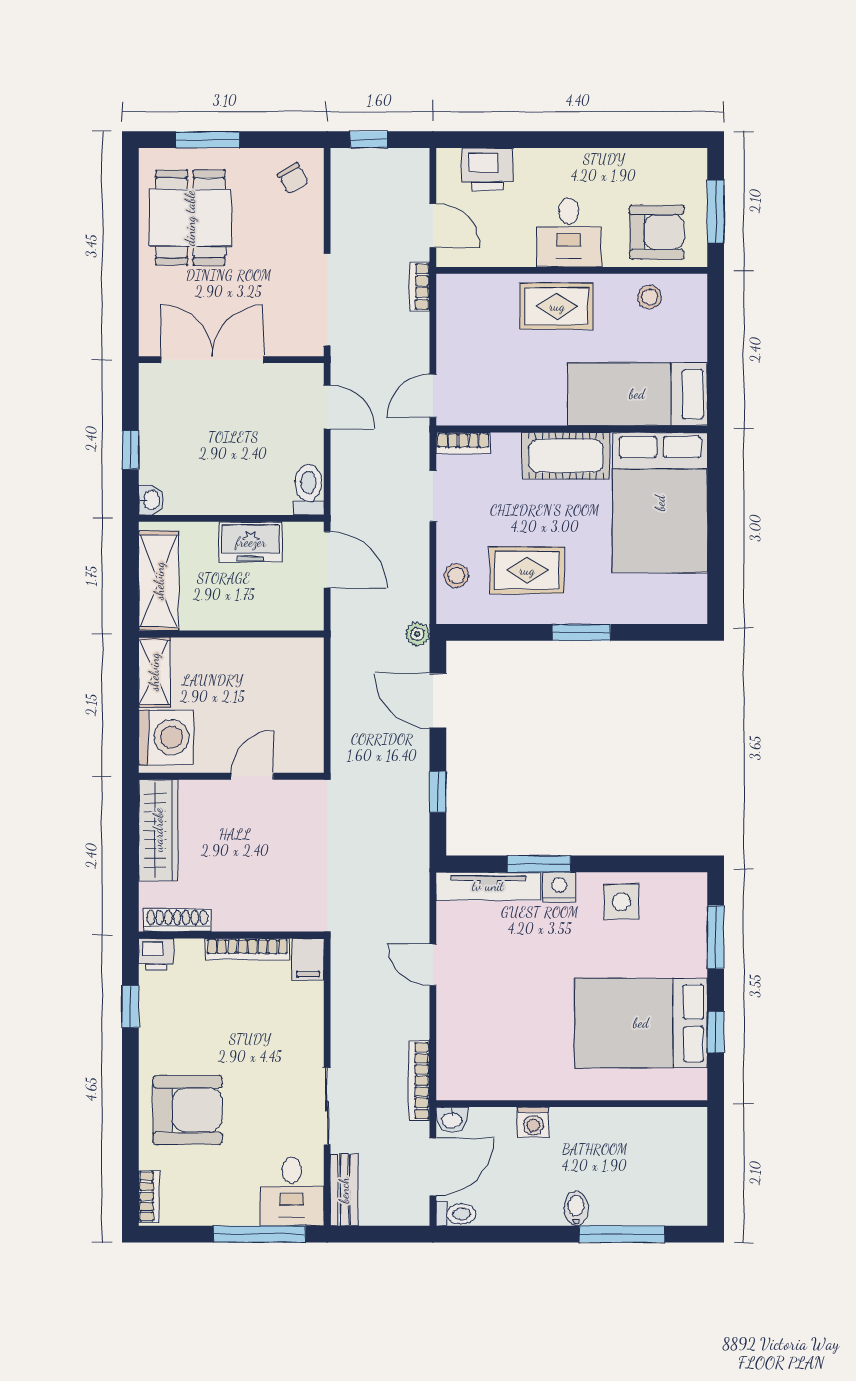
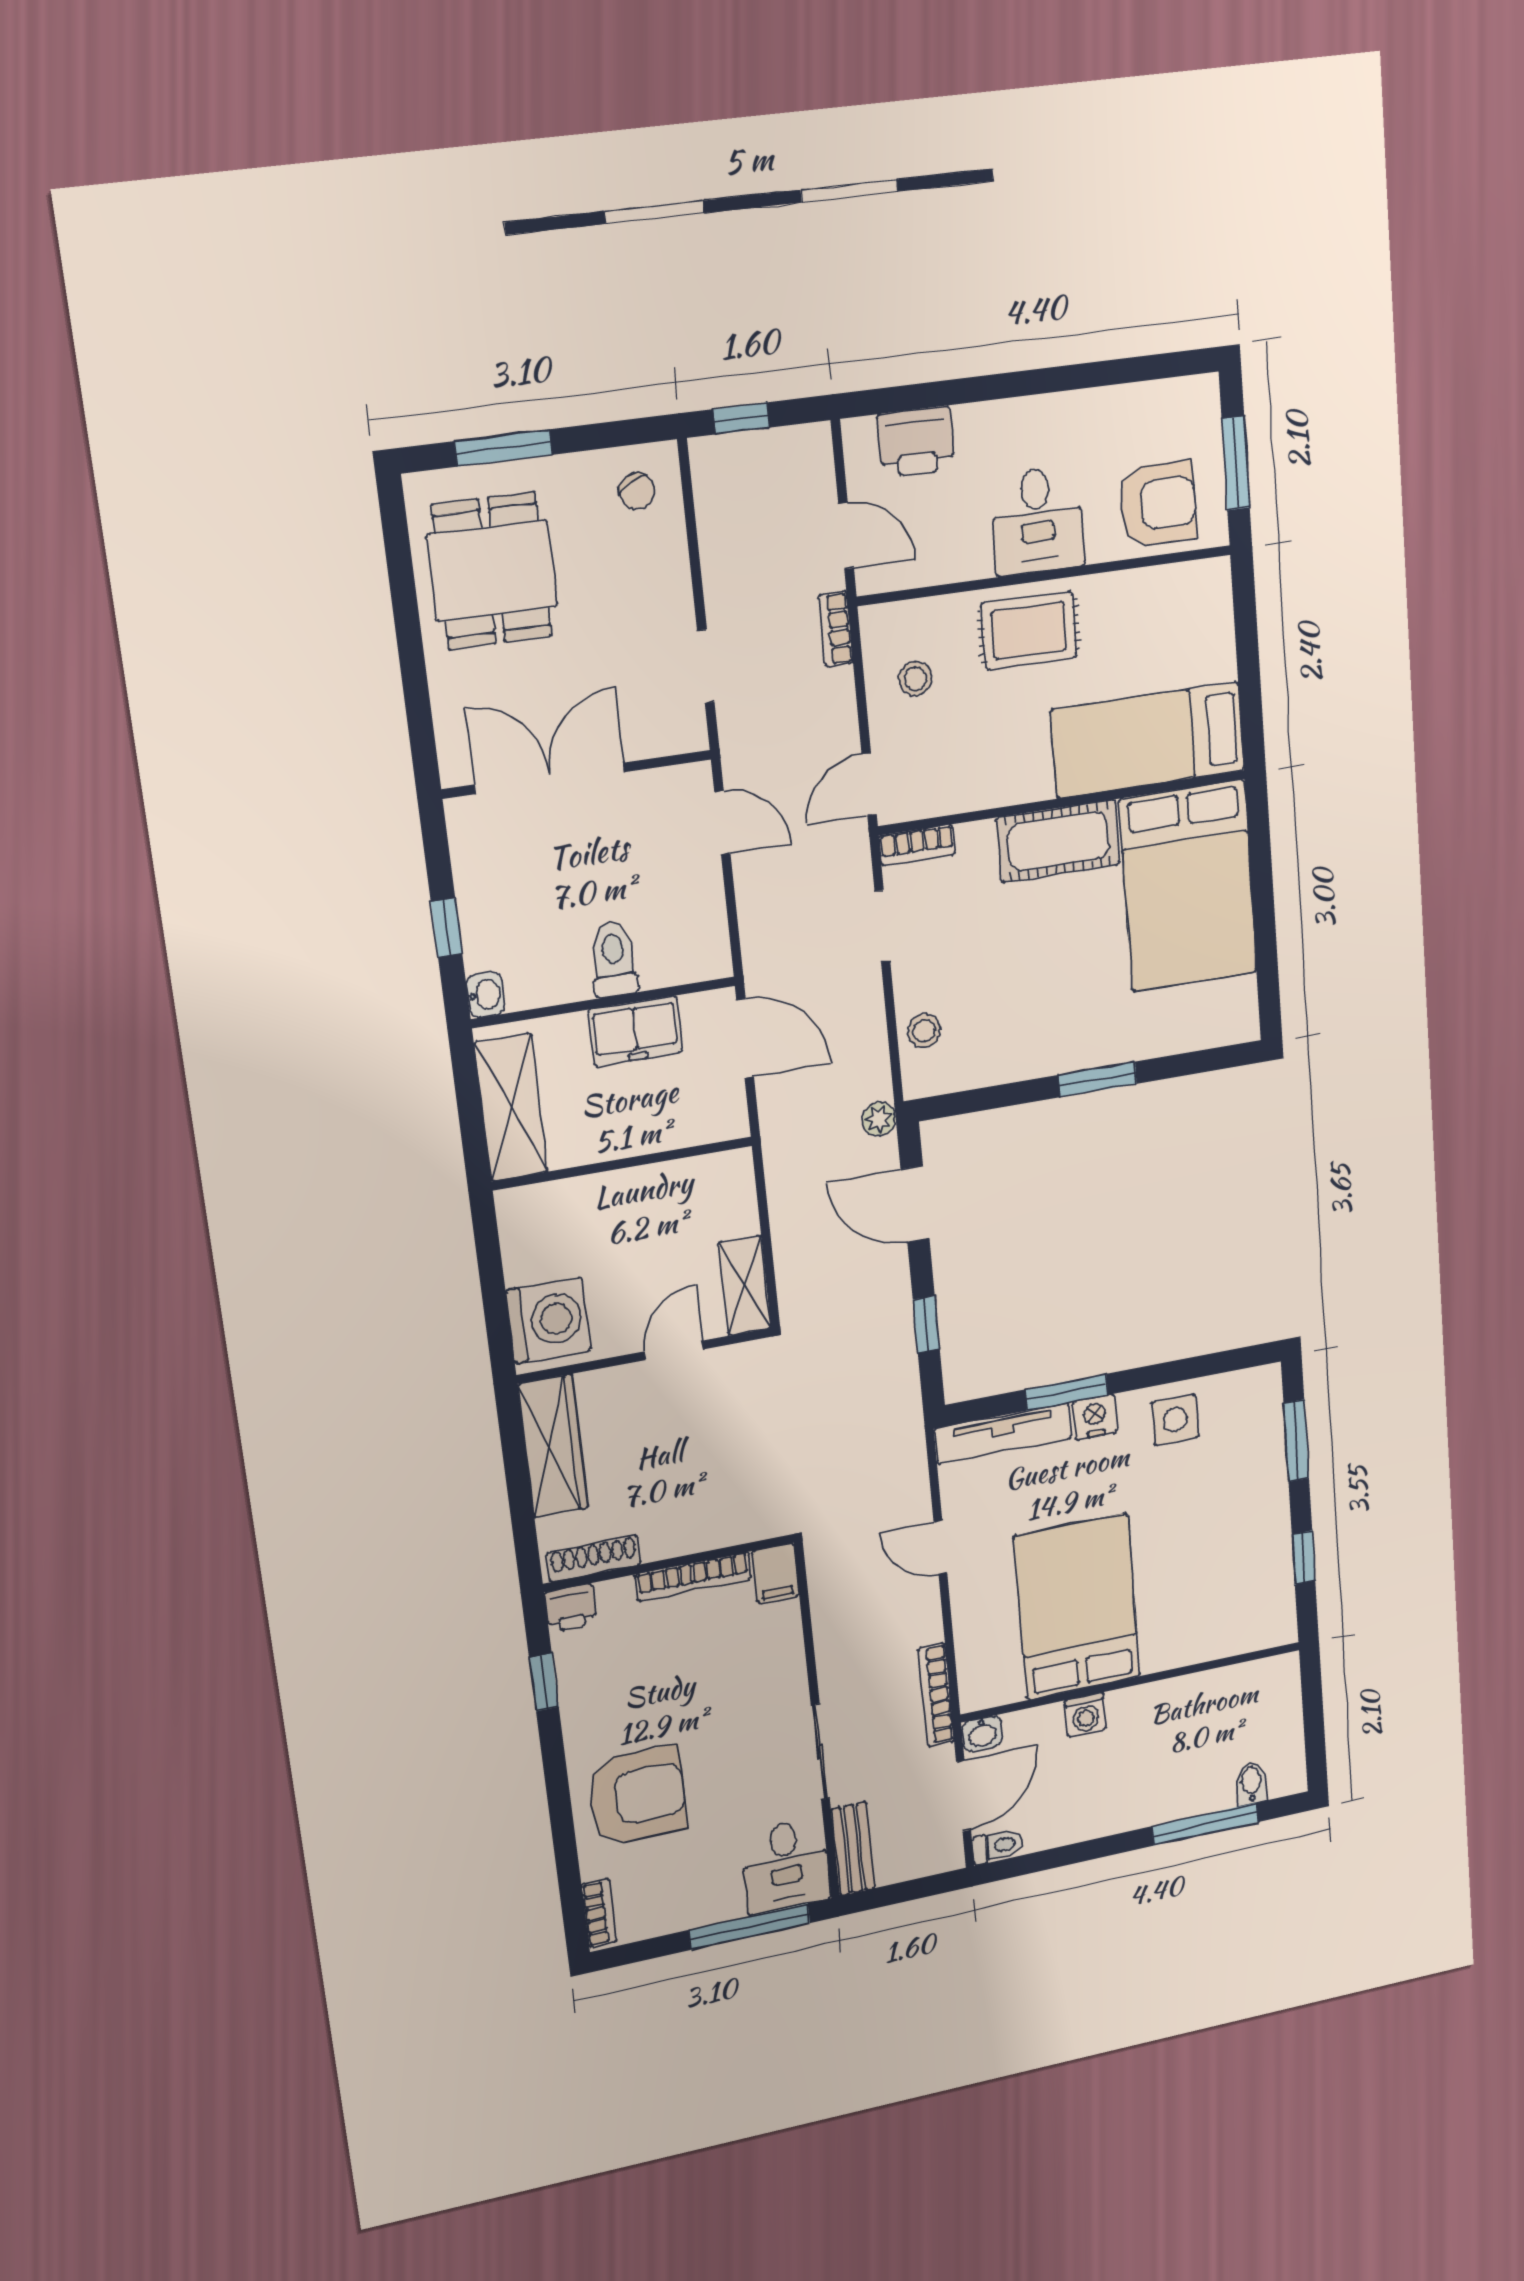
stool: (649, 297) -> (915, 679), moved
doorway: (327, 300) -> (706, 666), width x0.53
toilet: (308, 490) -> (614, 959), moved
rug: (527, 570) -> (1019, 1008), removed
shelving: (154, 672) -> (745, 1285), moved
bed: (641, 1023) -> (1077, 1607), moved, turned 90
bidet: (576, 1208) -> (1251, 1783), moved

